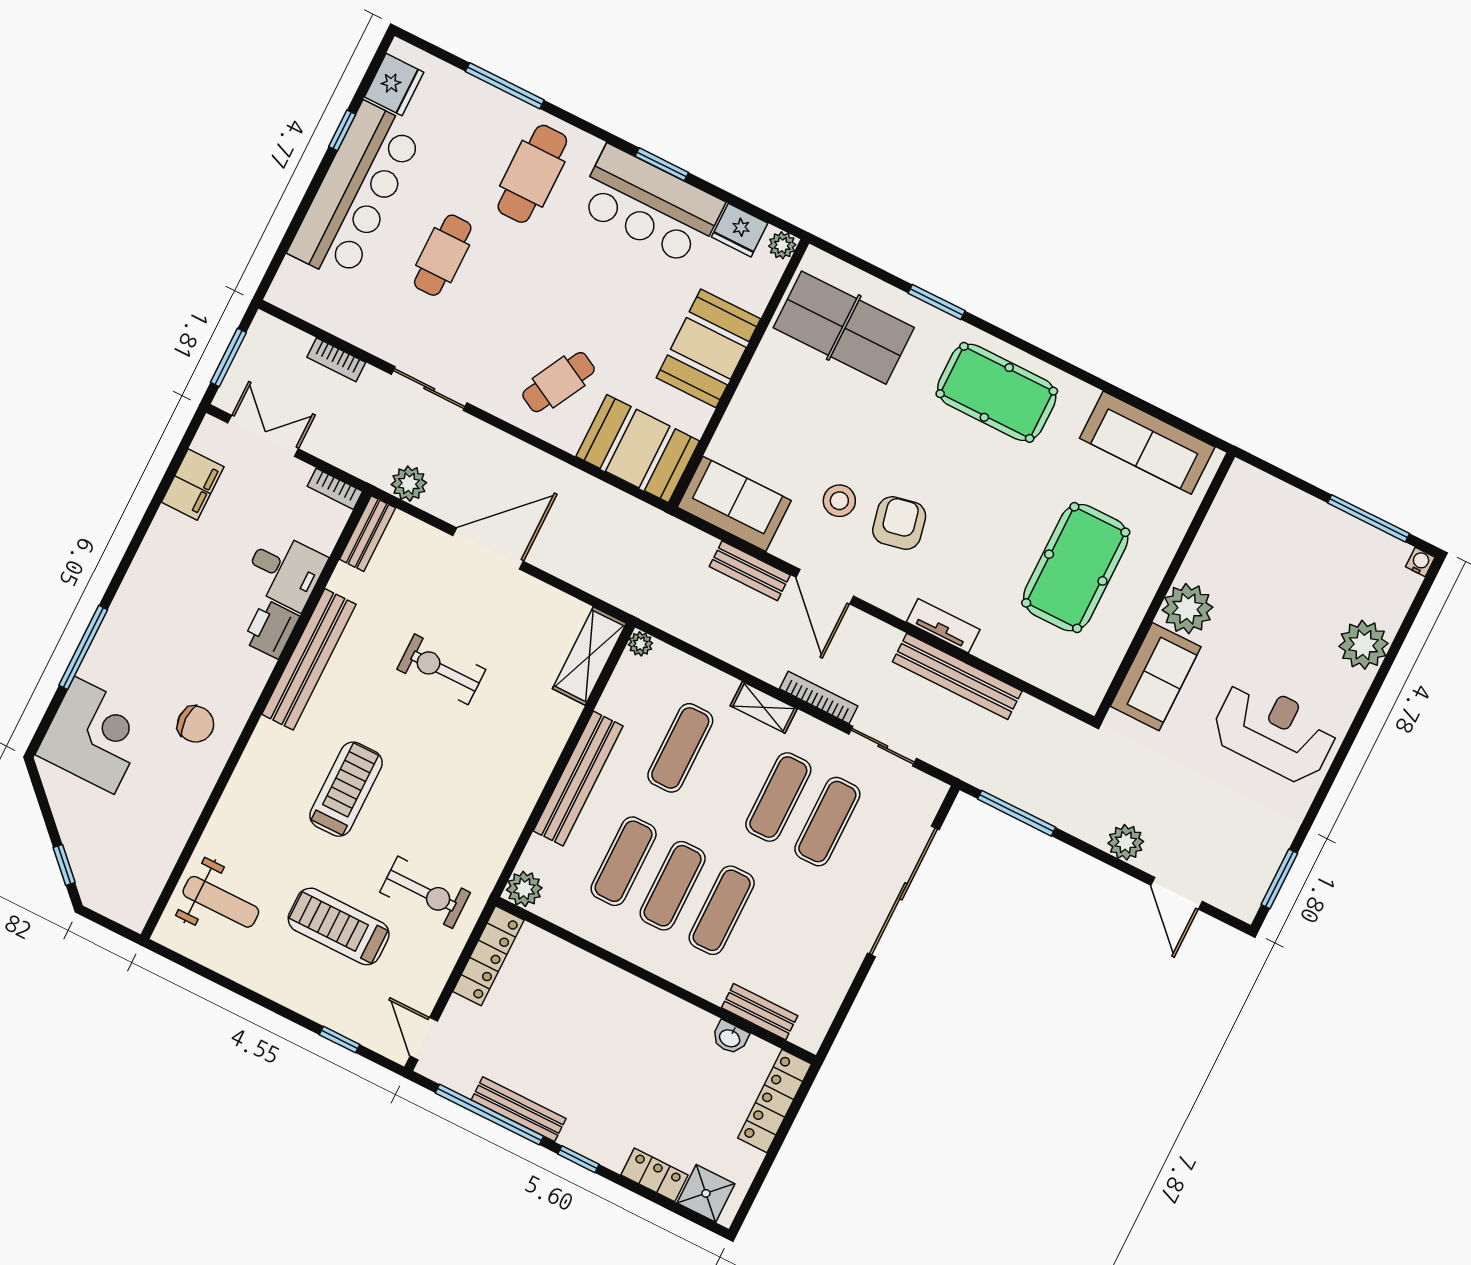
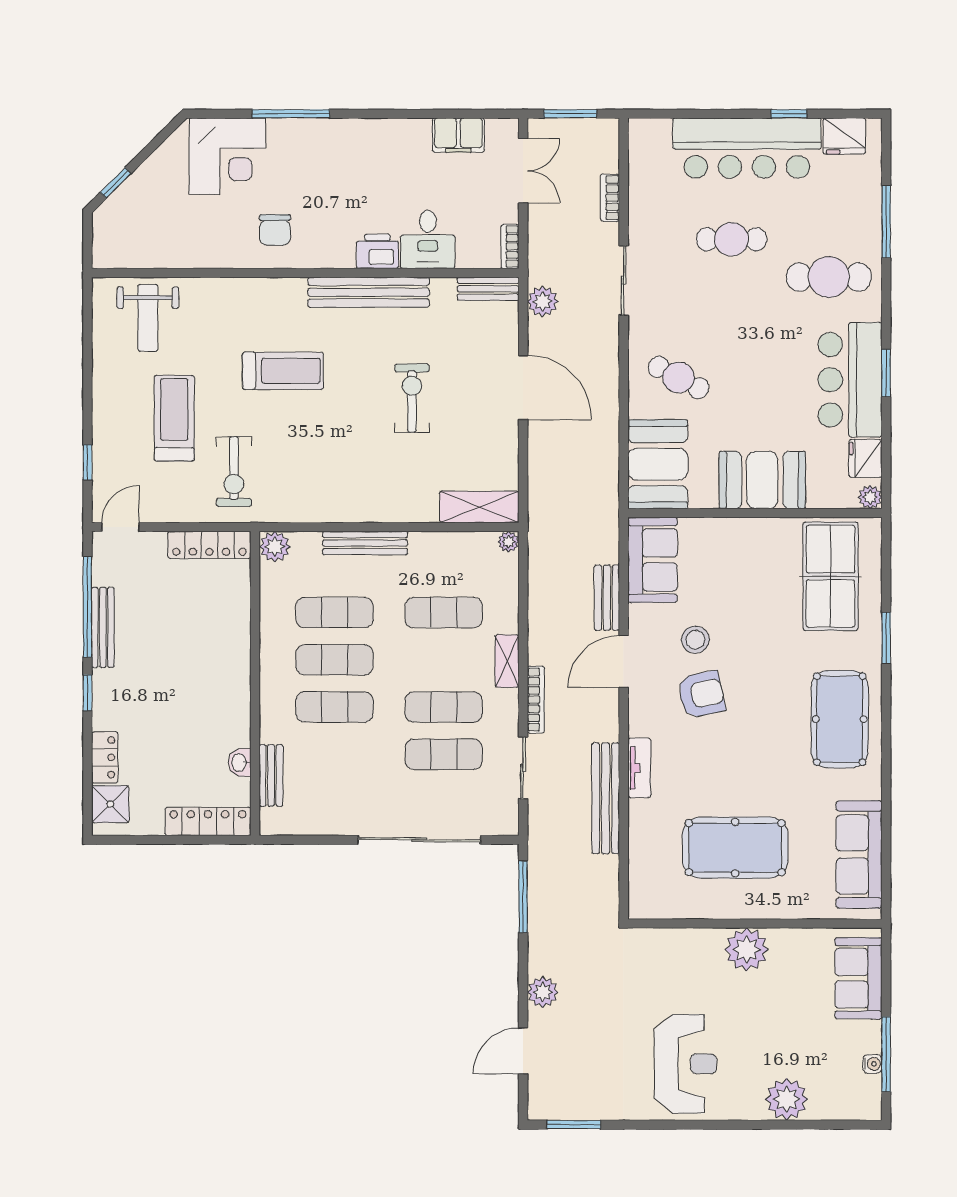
water cooler: (1420, 562) -> (872, 1064), moved
sofa: (1156, 677) -> (858, 978), moved, turned 90
bench: (578, 778) -> (365, 543), width x0.73, depth x0.82

